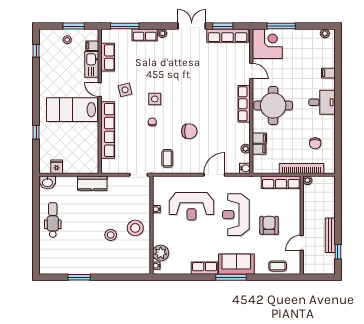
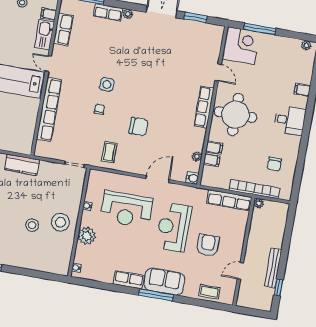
row of seats: (227, 36) -> (199, 29), removed
side table: (125, 90) -> (76, 69), removed
plant: (161, 253) -> (87, 236), moved

